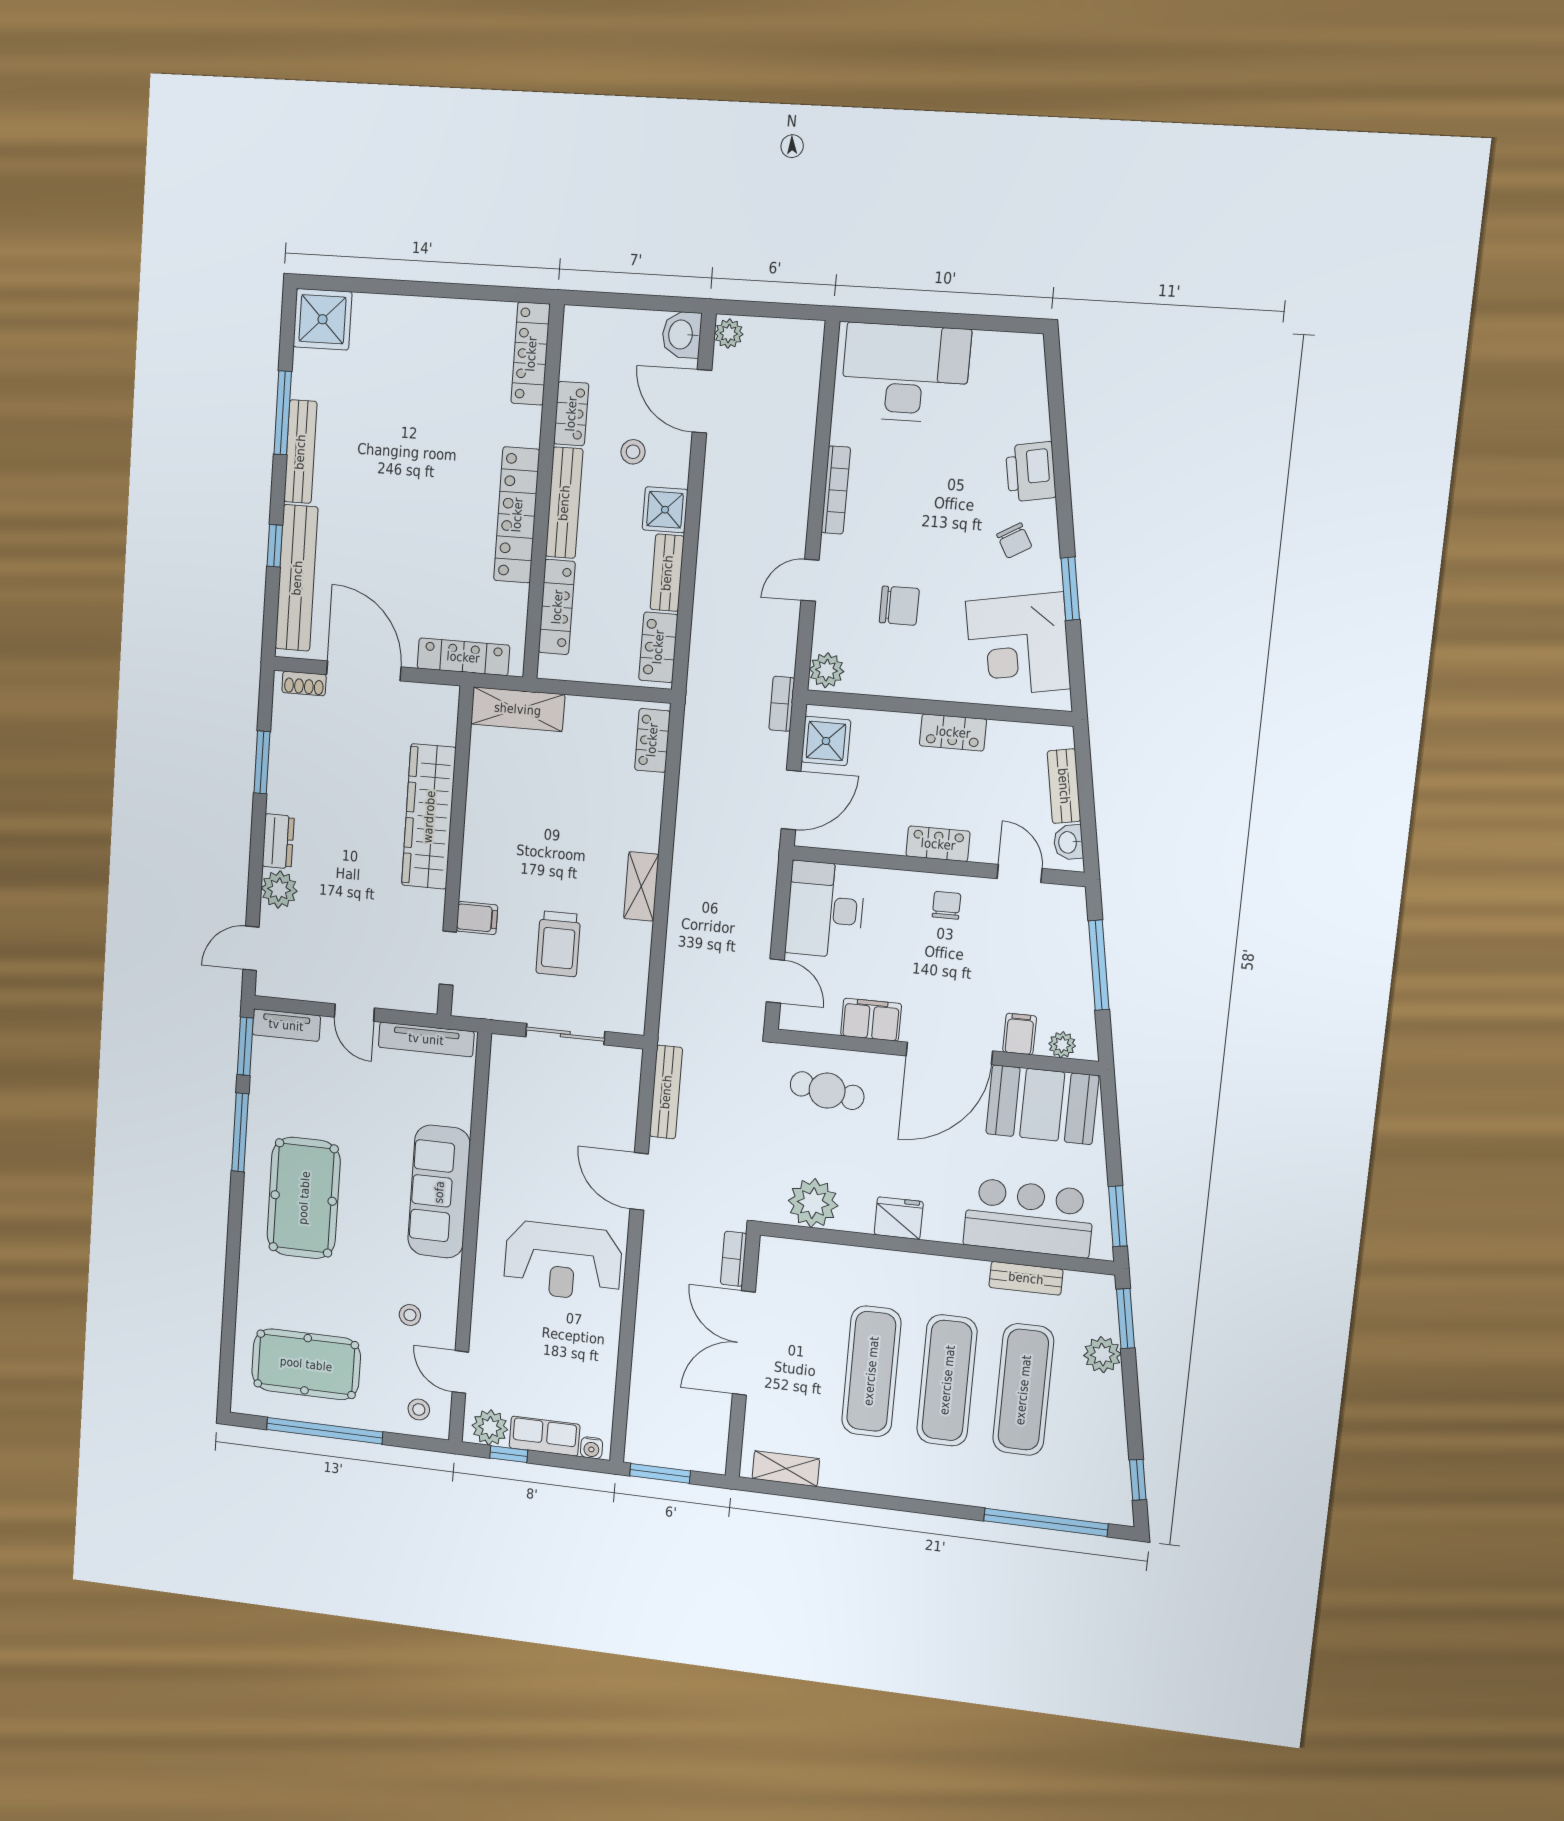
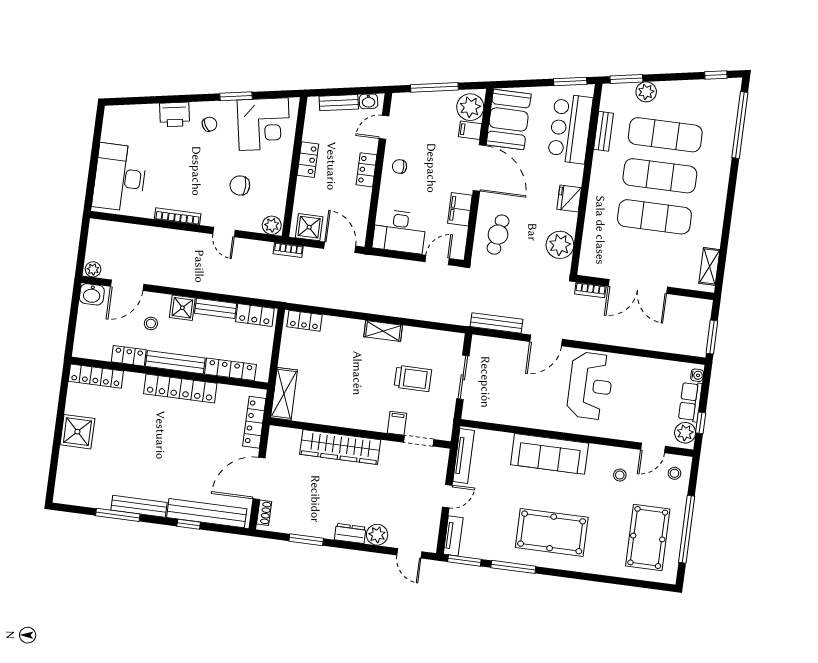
shower: (322, 319) -> (77, 432), moved
chair: (899, 606) -> (240, 185), turned -90
plant: (1062, 1045) -> (470, 107), width x1.88, depth x1.88

